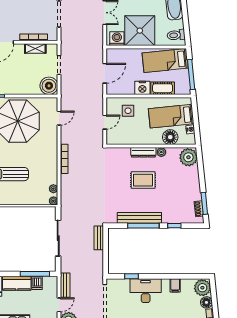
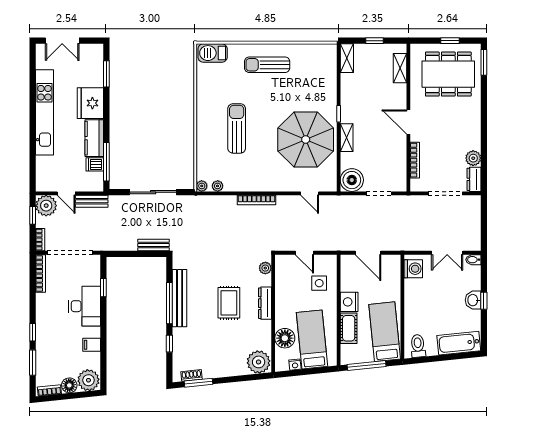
shower: (140, 31) -> (424, 298), removed
shelving: (35, 49) -> (347, 138), moved
plant: (161, 152) -> (265, 268), moved

